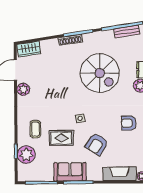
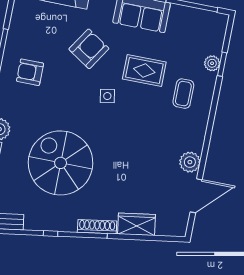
wardrobe: (29, 49) -> (137, 224), moved
armchair: (129, 123) -> (30, 72), turned 180
plant: (26, 155) -> (212, 63), width x0.53, depth x0.53

